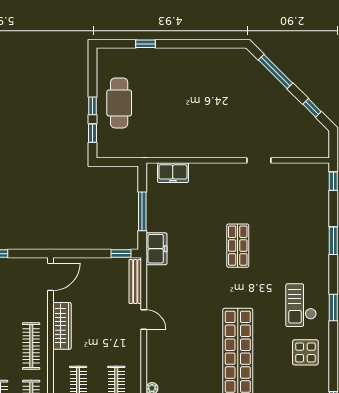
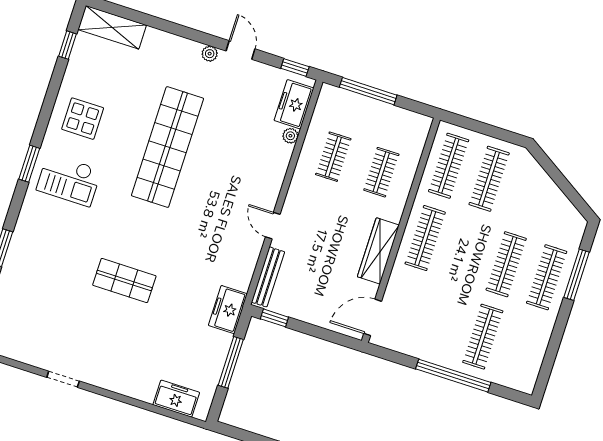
shop shelf: (238, 246) -> (124, 280), turned 90
checkout: (301, 305) -> (69, 180), turned 90

